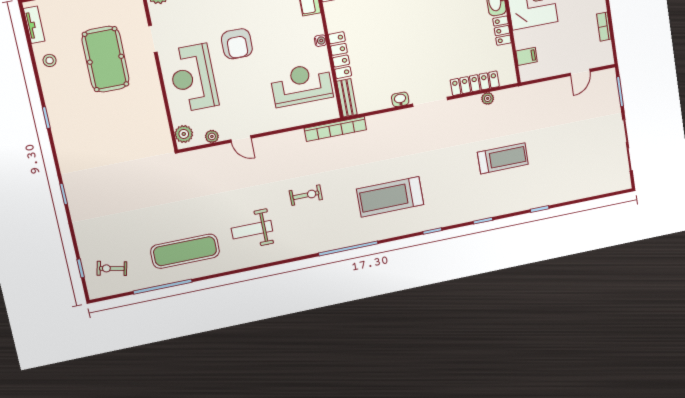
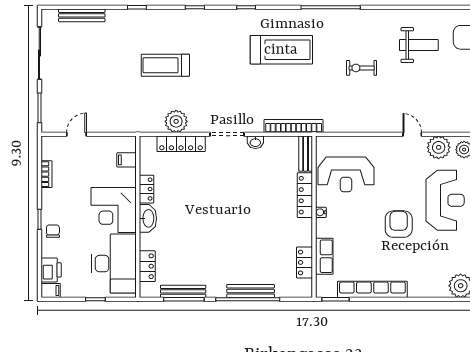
plant: (488, 98) -> (176, 121), width x1.88, depth x1.88
bookcase: (335, 129) -> (294, 126), moved
plant: (212, 136) -> (439, 147), width x1.88, depth x1.88
bench: (592, 190) -> (82, 15), added

